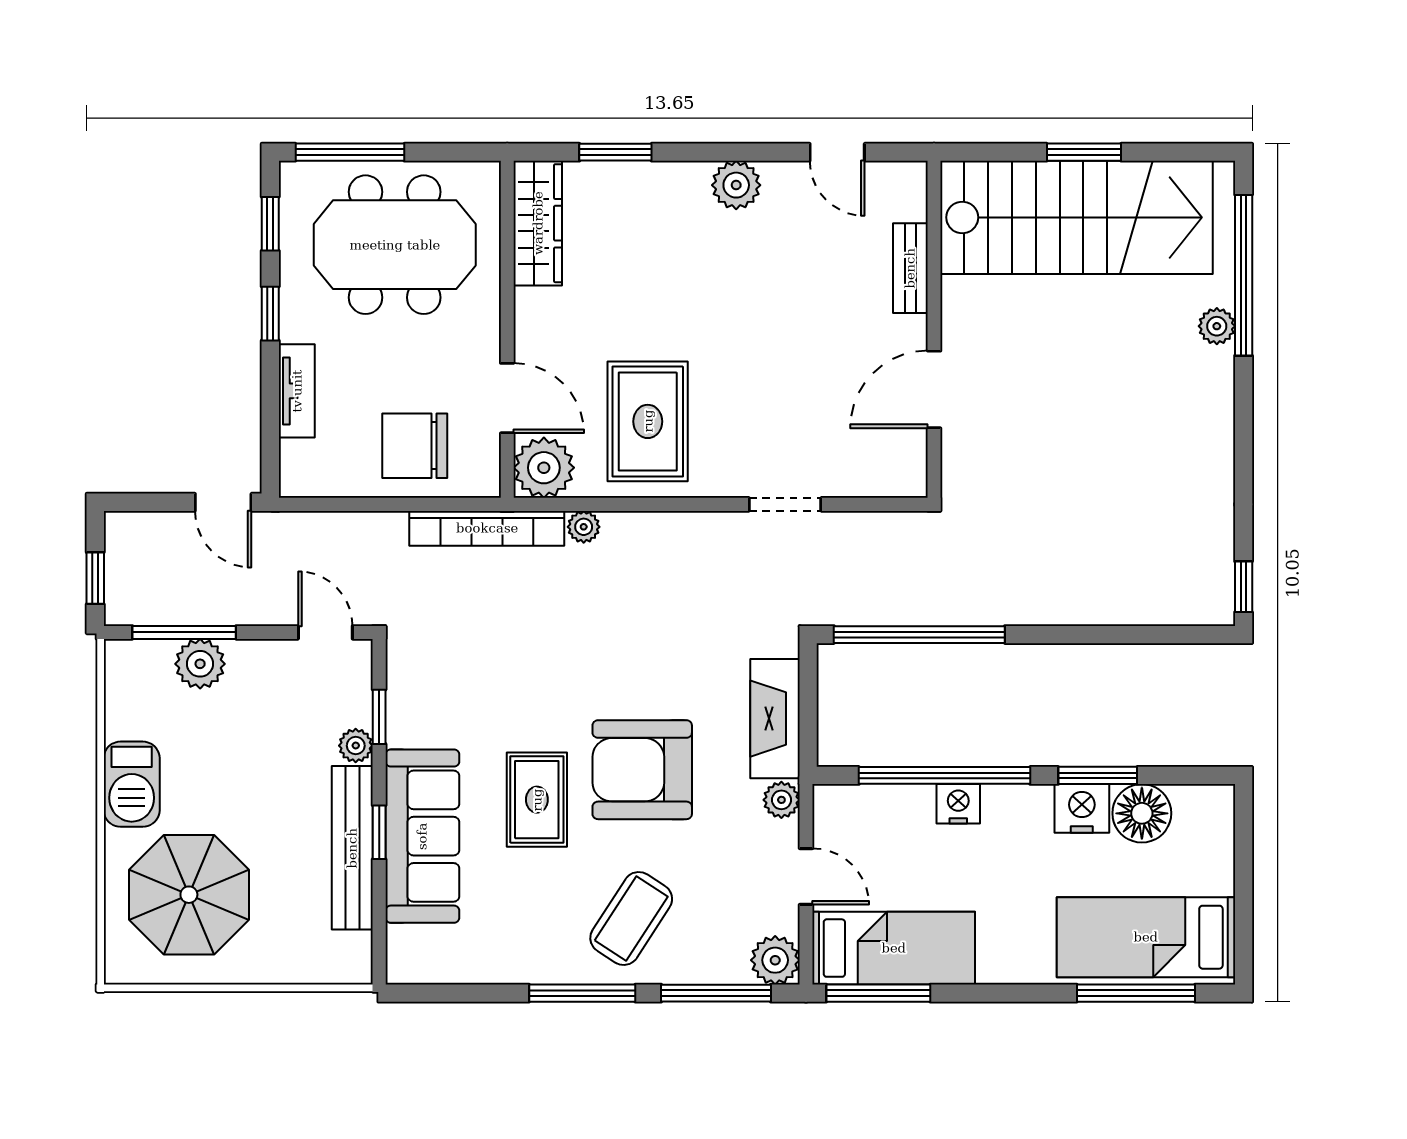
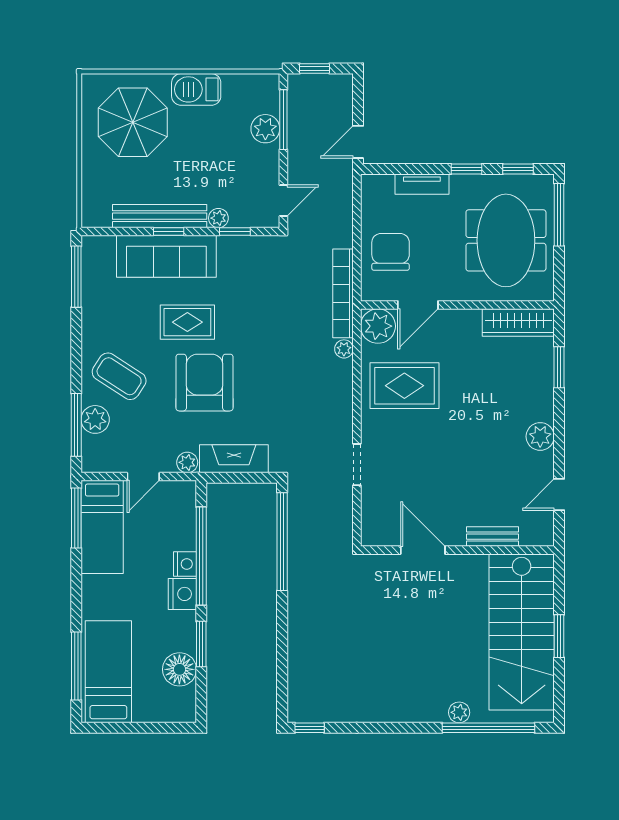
nightstand: (1082, 808) -> (182, 594), moved
plant: (775, 960) -> (95, 419), moved
window: (582, 993) -> (76, 277), moved

